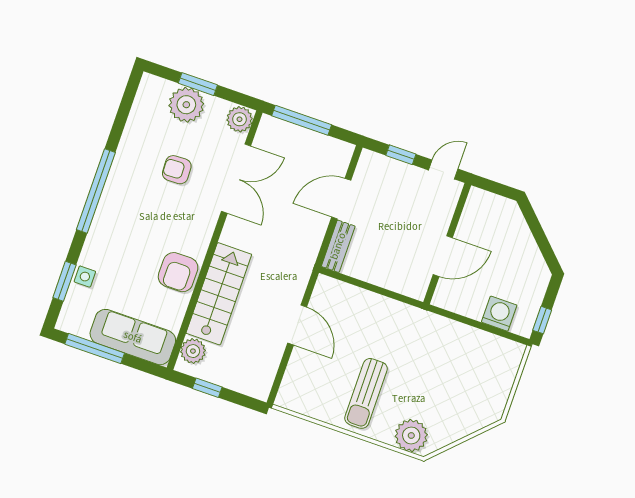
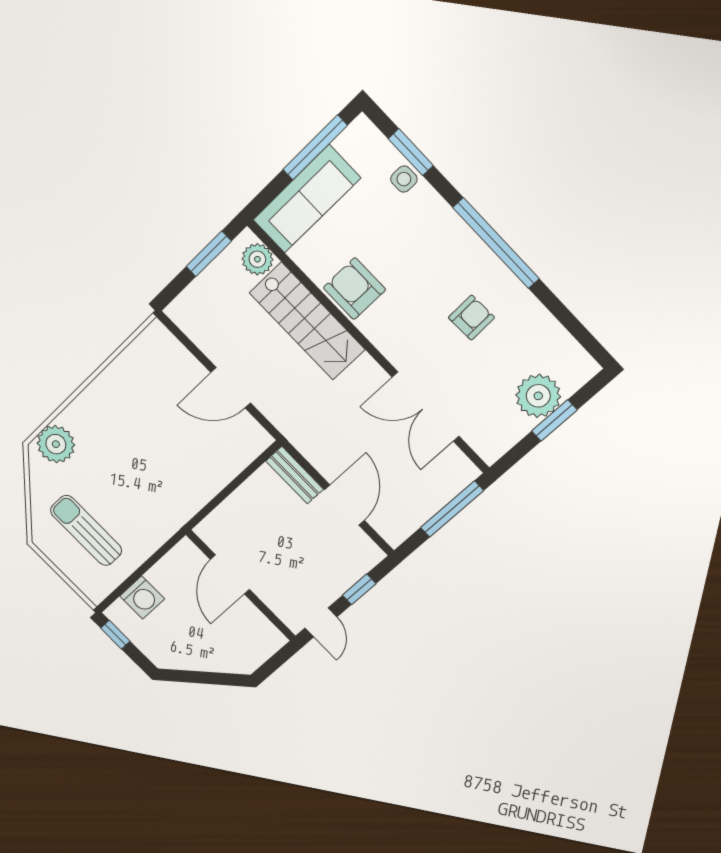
plant: (240, 119) -> (490, 445), removed
armchair: (177, 170) -> (471, 318), moved
window: (207, 388) -> (209, 254), width x1.50
sun lounger: (366, 393) -> (86, 530), moved

